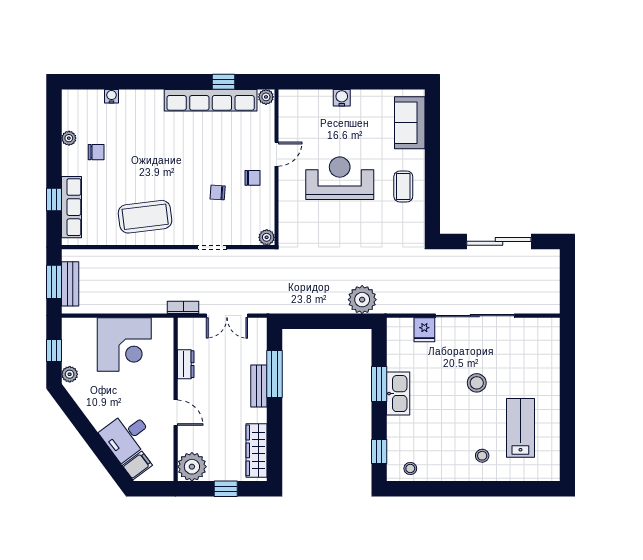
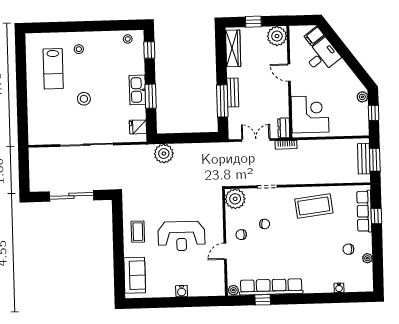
plant: (267, 237) -> (235, 199), width x1.87, depth x1.87
fridge: (424, 330) -> (138, 127), moved, turned -90
corner desk: (124, 344) -> (310, 114), moved, turned 90
dresser: (186, 364) -> (284, 128), moved

